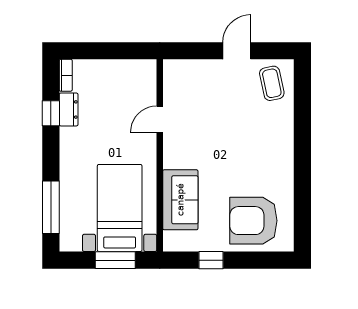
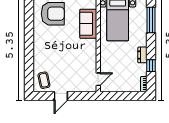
dresser: (69, 109) -> (142, 55), moved
door: (160, 119) -> (98, 79), moved

